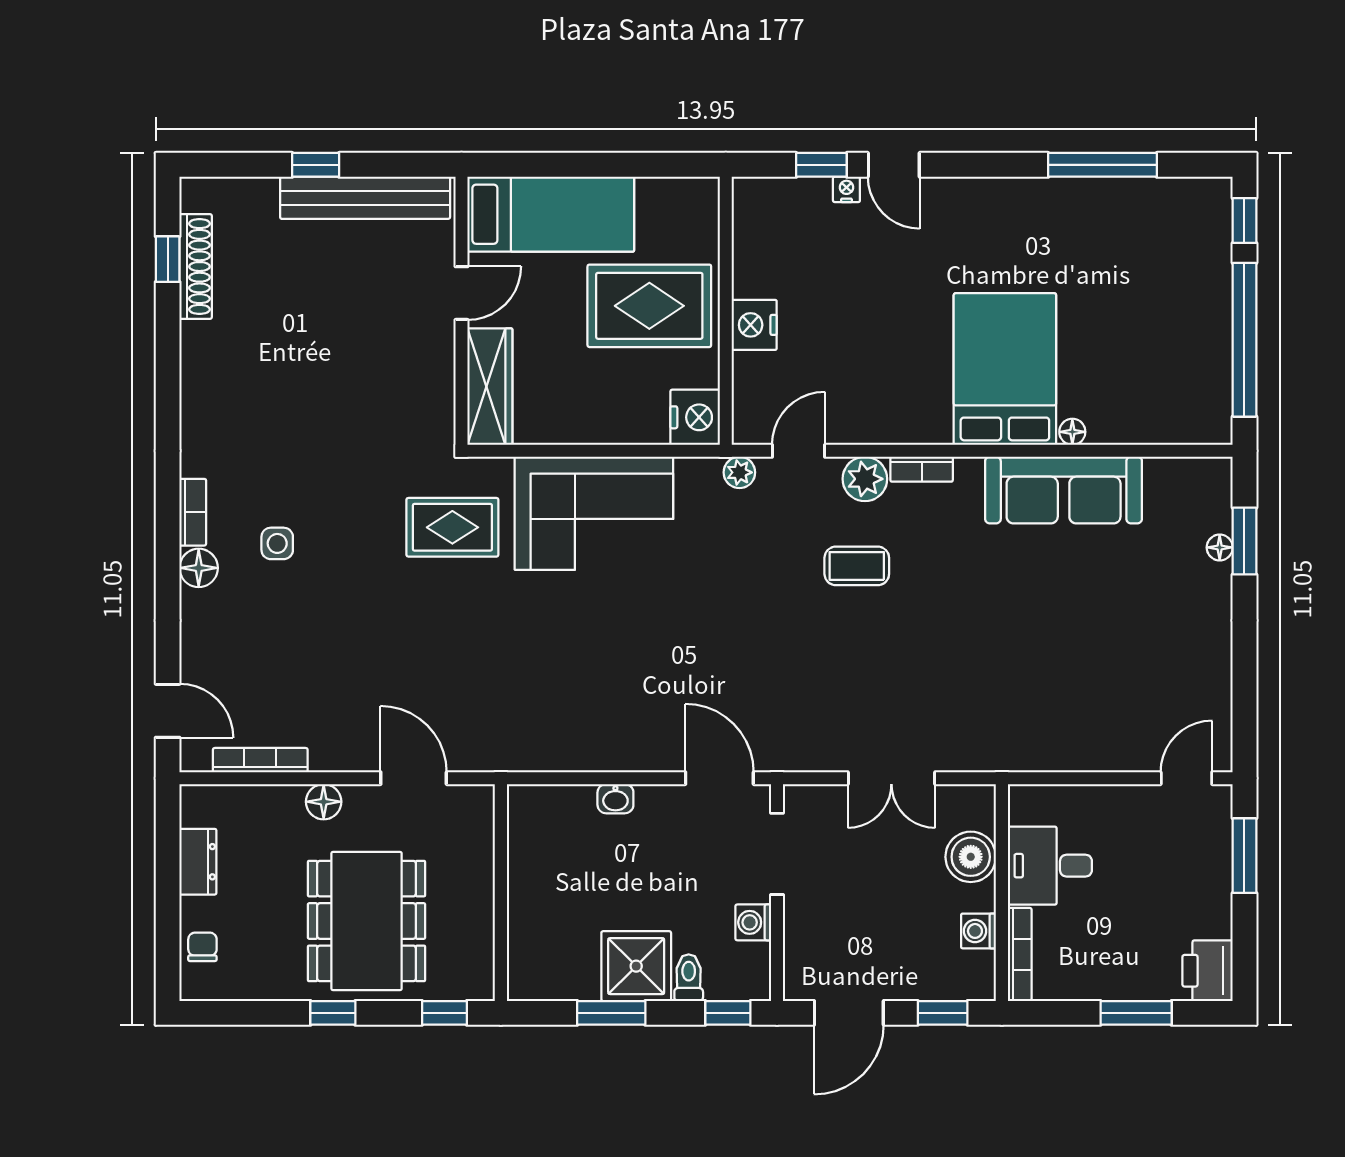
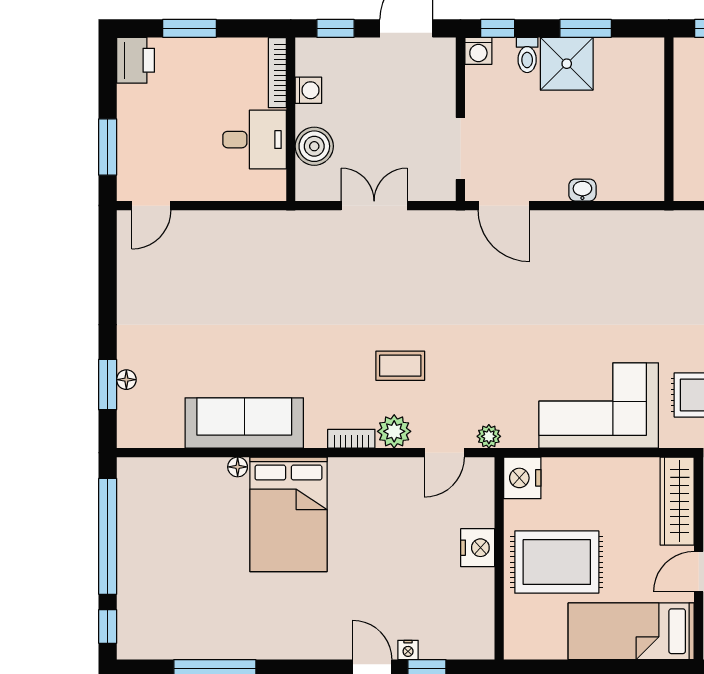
washing machine: (753, 922) -> (478, 51), moved, turned 90

